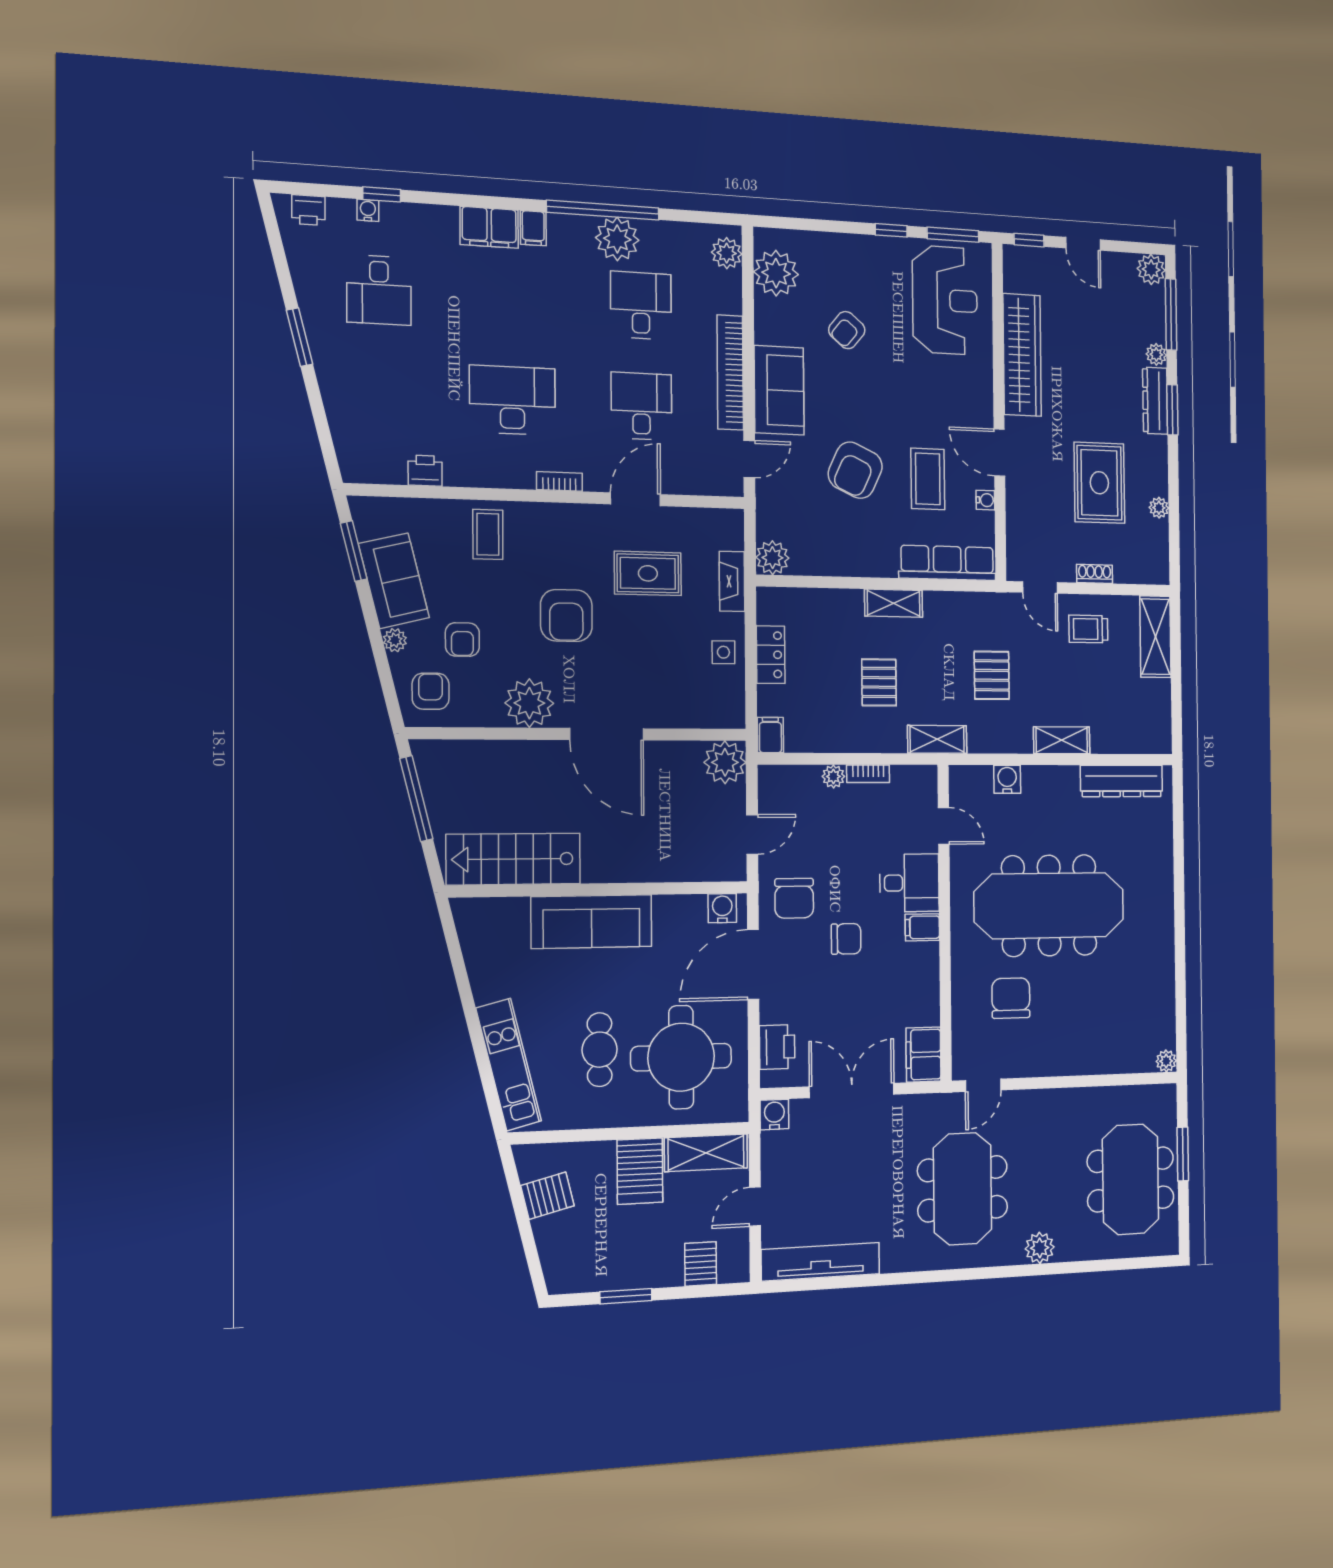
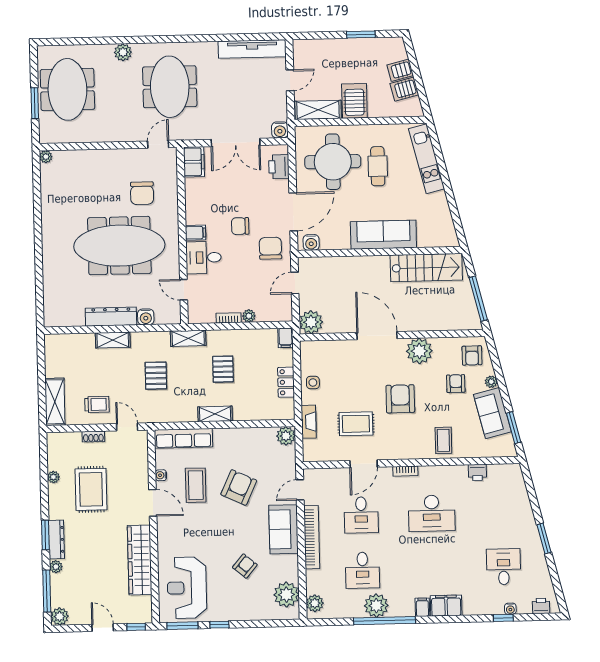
dresser: (1122, 781) -> (111, 317), moved
server rack: (701, 1264) -> (400, 70), moved, turned 76

